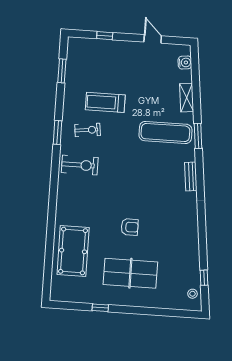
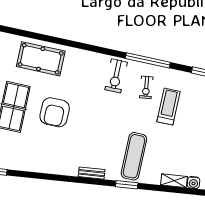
shelving: (187, 98) -> (174, 181), moved
window: (58, 133) -> (148, 60), width x2.11
armchair: (130, 227) -> (55, 112), width x1.88, depth x1.88

